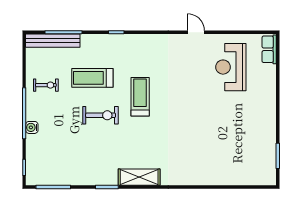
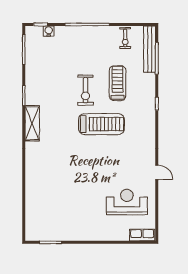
door: (196, 32) -> (157, 172), hinge flipped
exercise bike: (46, 85) -> (125, 38), moved
treadmill: (140, 97) -> (101, 124), width x1.37, depth x1.38
water cooler: (32, 127) -> (49, 31), moved

